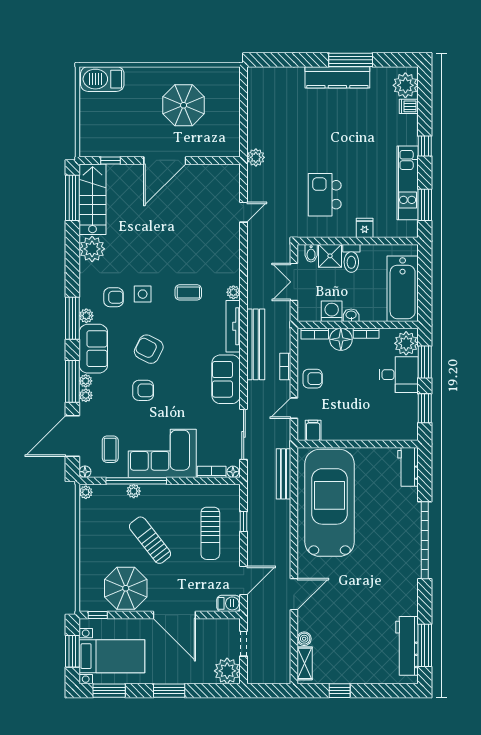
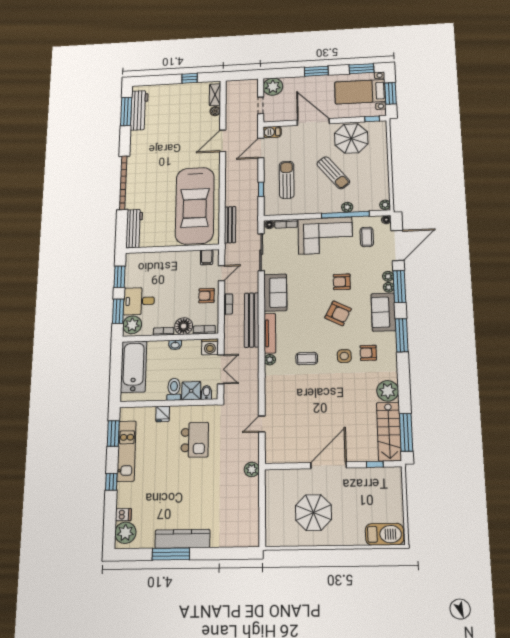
washing machine: (332, 311) -> (210, 347), moved
plant: (86, 316) -> (390, 338), removed
workbench: (408, 467) -> (134, 229), width x1.38

